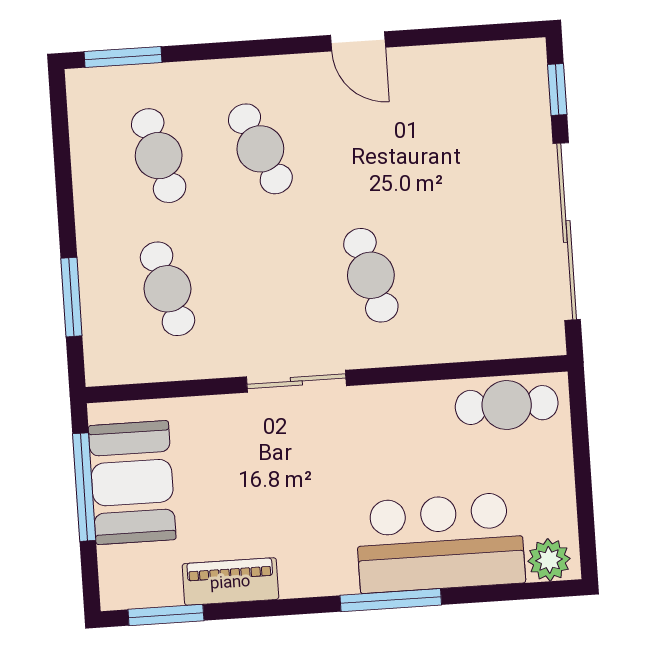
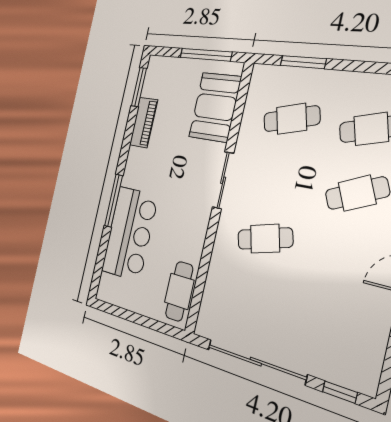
booth: (132, 483) -> (215, 107), moved, turned 90
plant: (549, 560) -> (107, 286), removed

